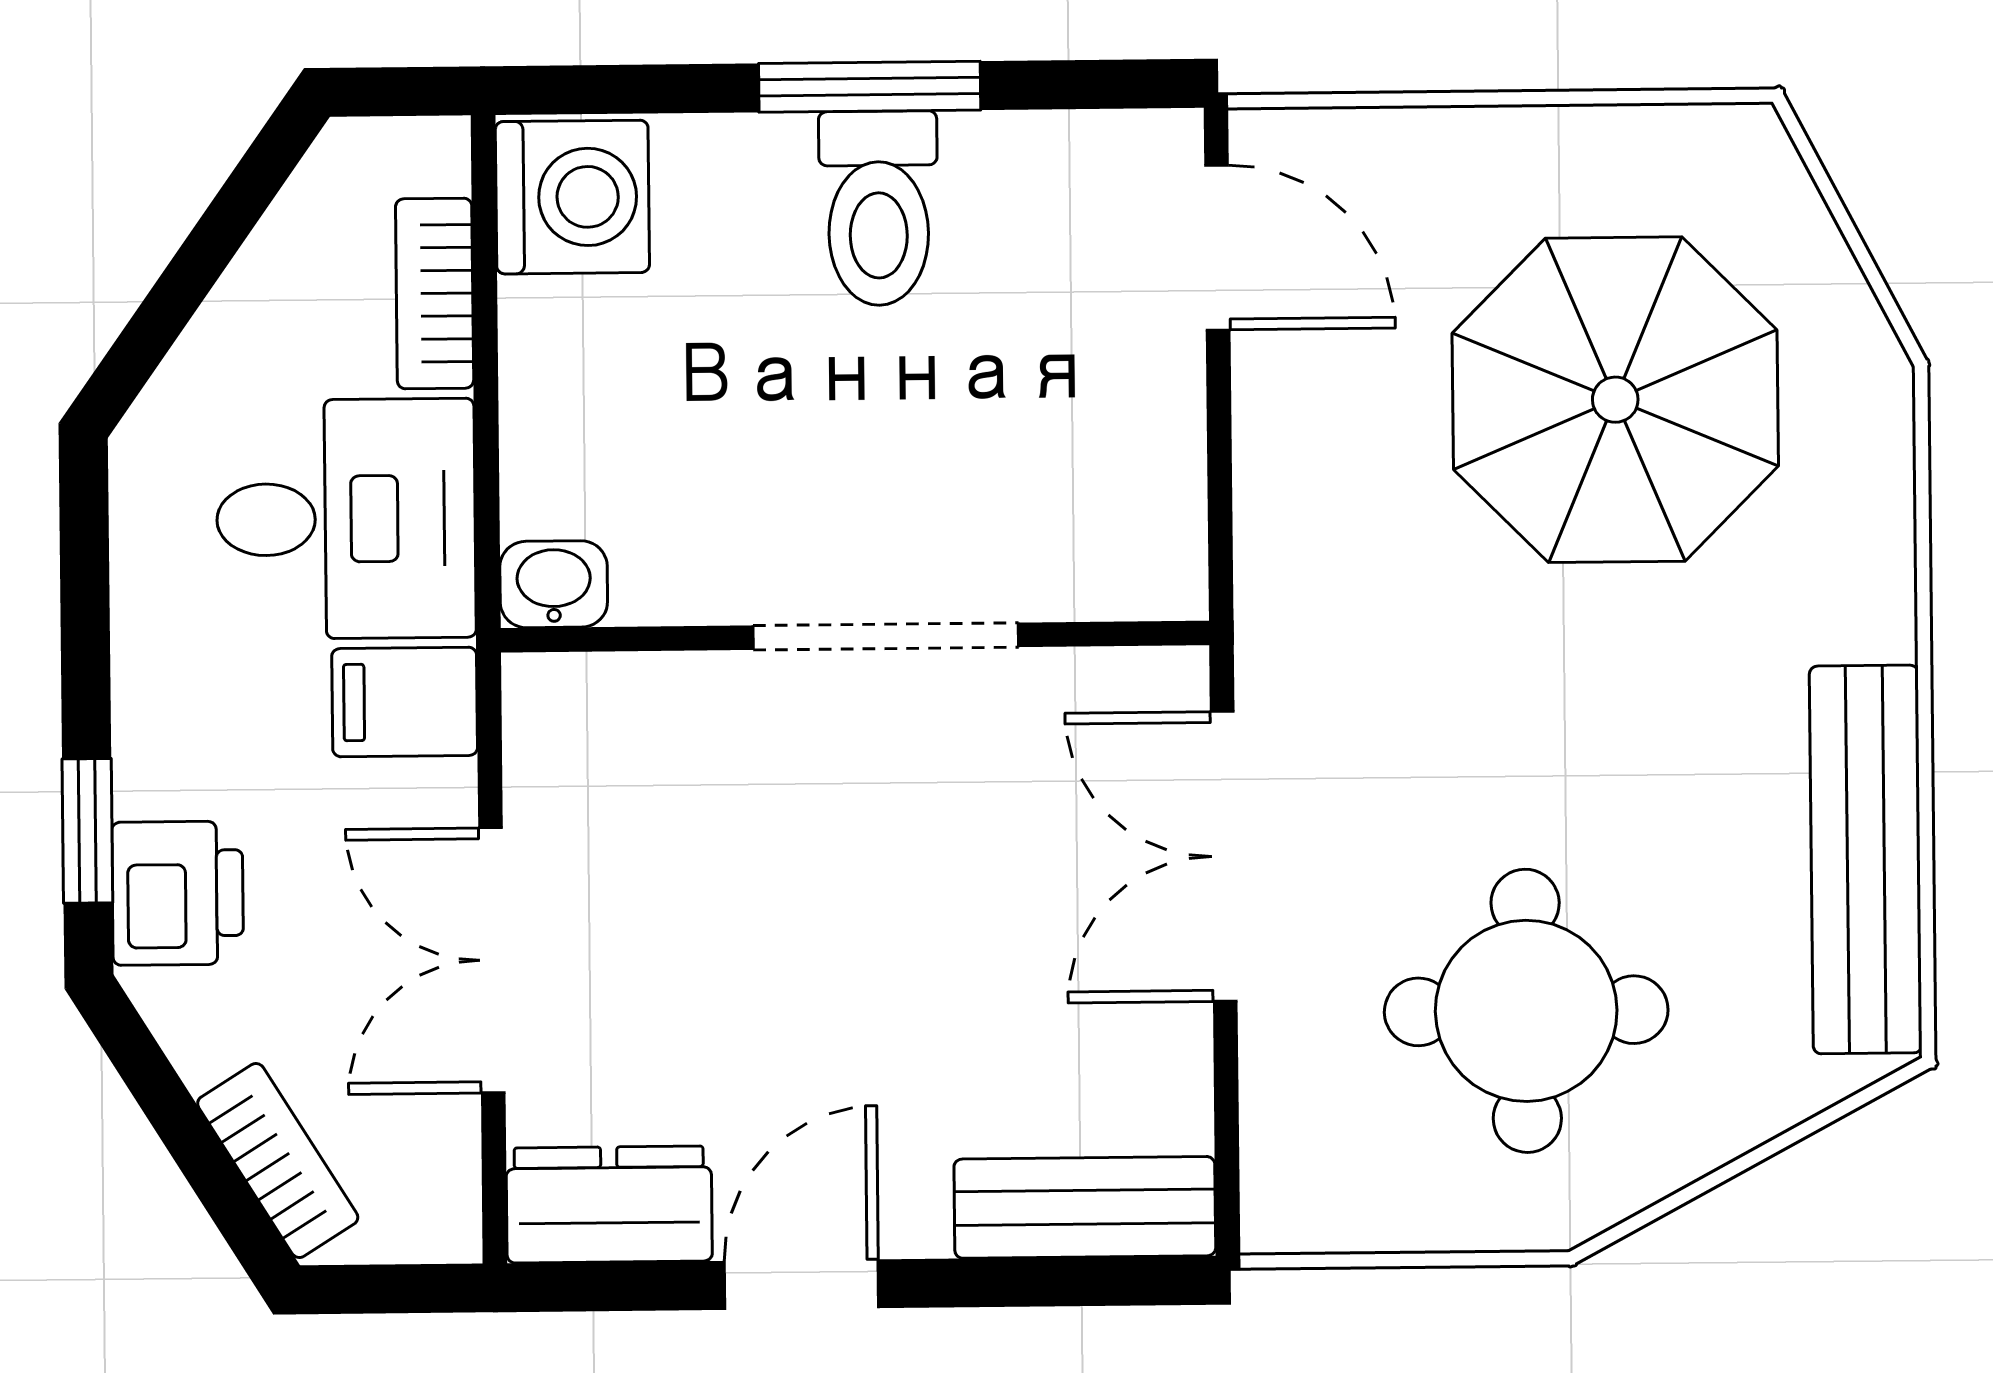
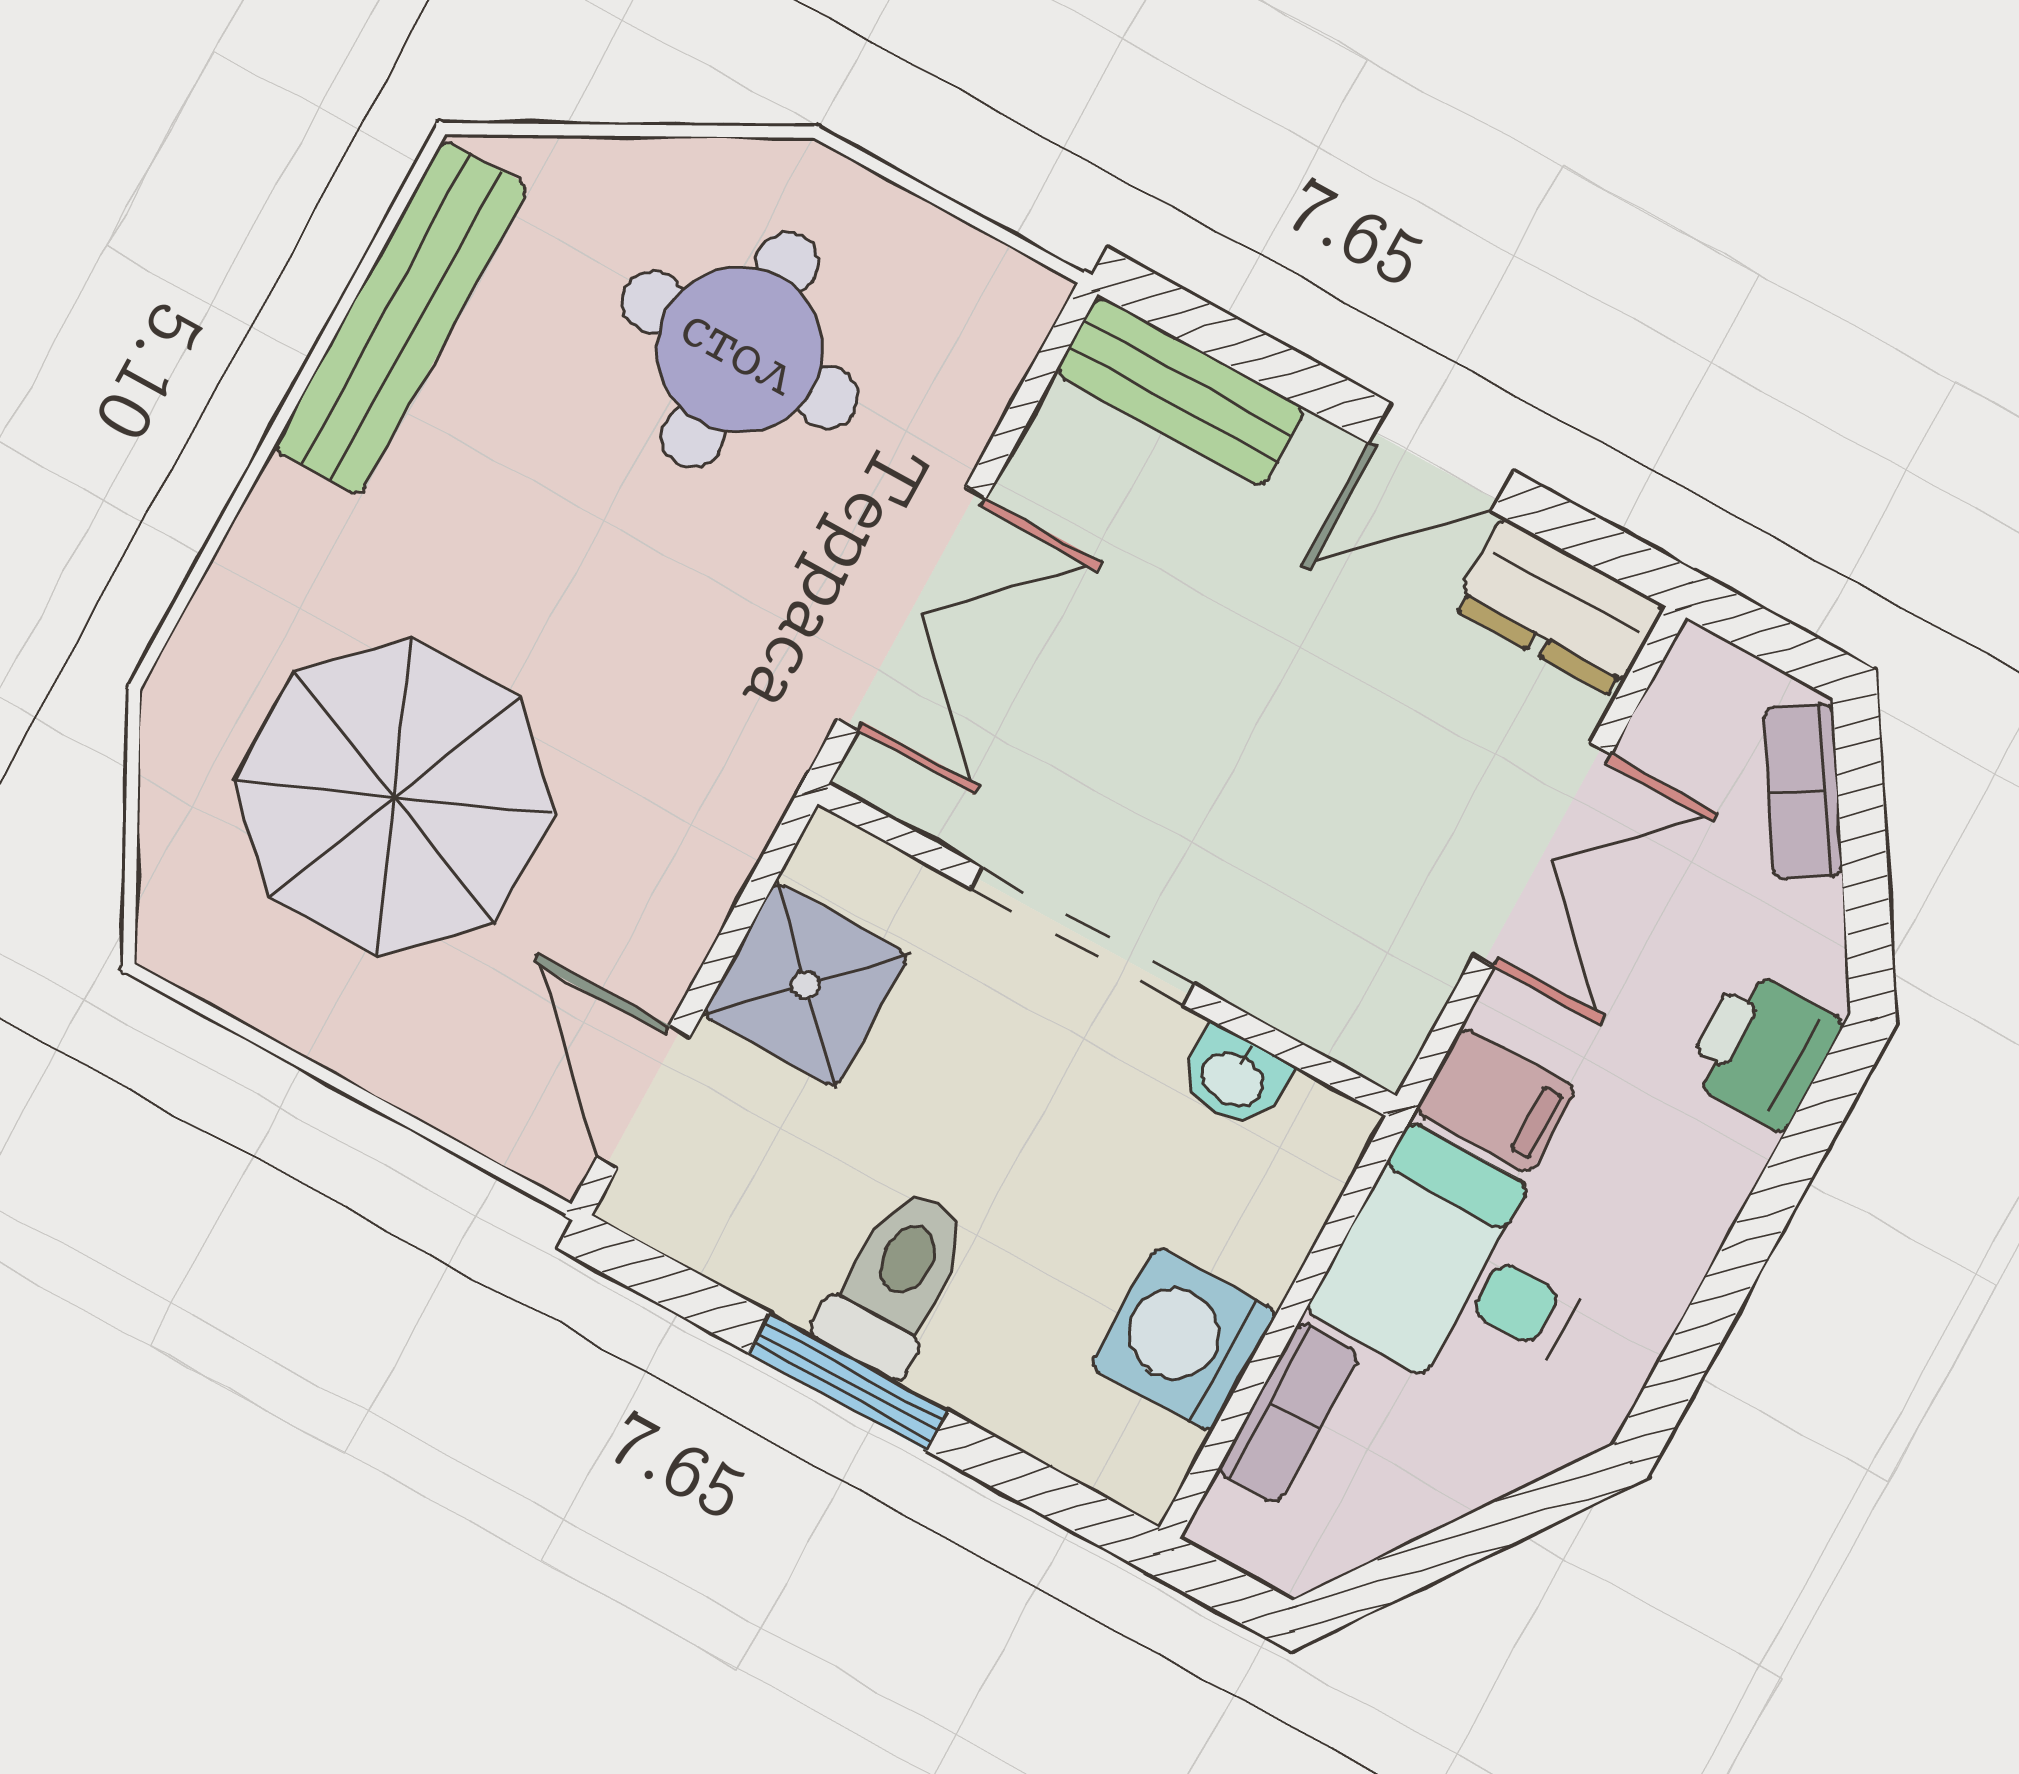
washing machine: (572, 197) -> (1184, 1339), moved
shower: (1123, 442) -> (806, 985), added
washbasin: (554, 584) -> (1234, 1078), moved
window: (87, 831) -> (1807, 1140), removed

